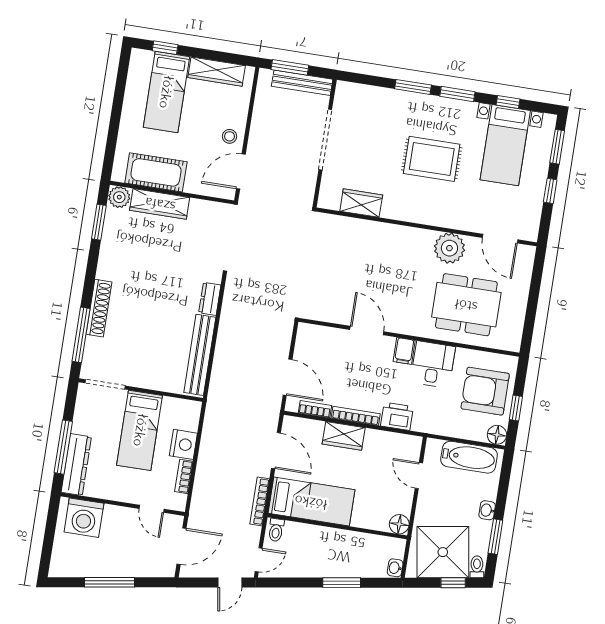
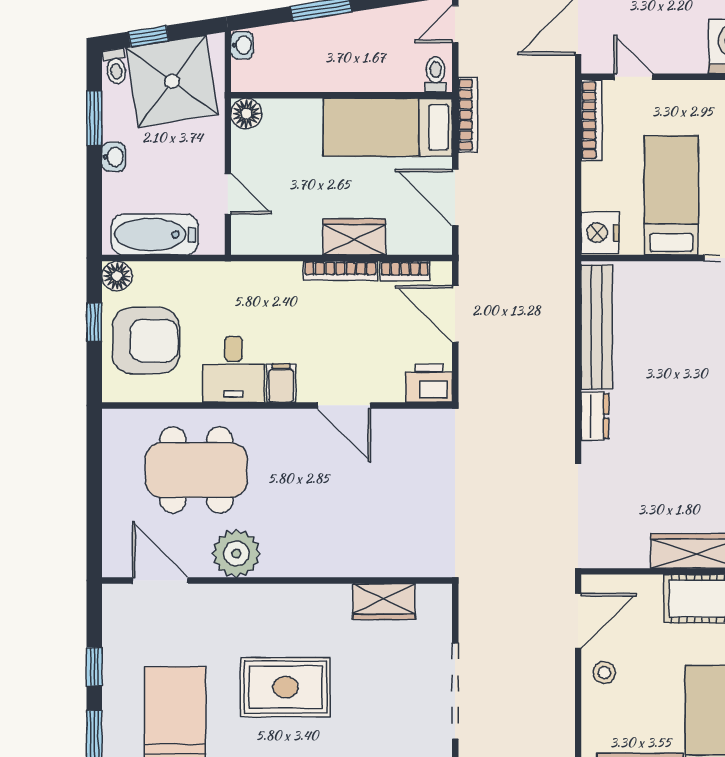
printer: (397, 416) -> (429, 383), moved, turned 180
nightstand: (183, 444) -> (600, 233), moved
bookcase: (184, 476) -> (592, 120), width x1.56

